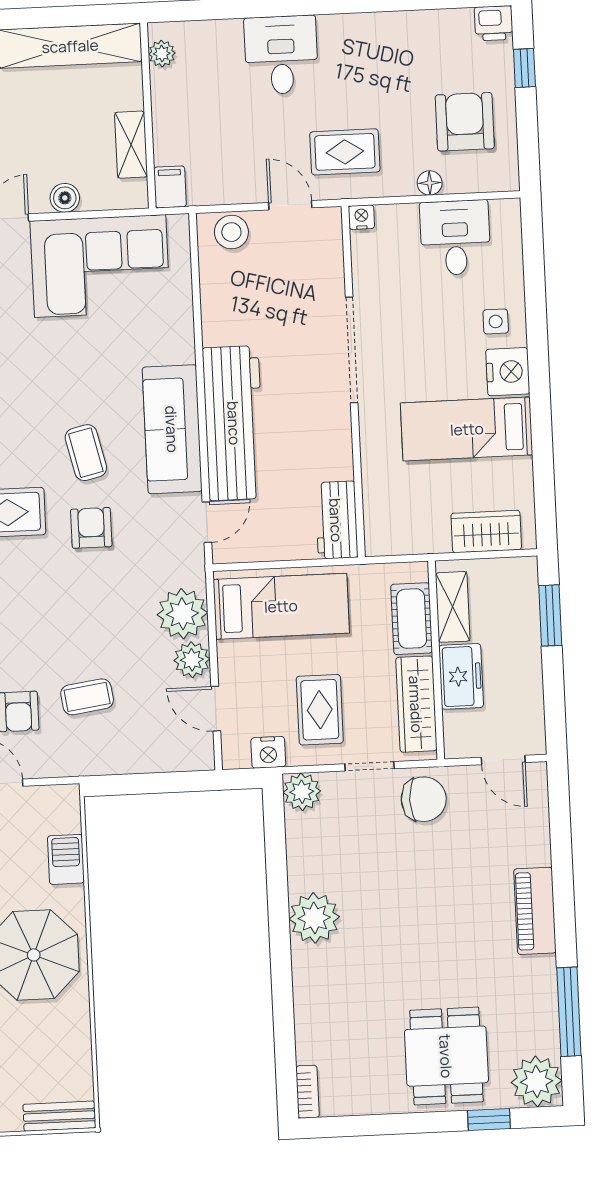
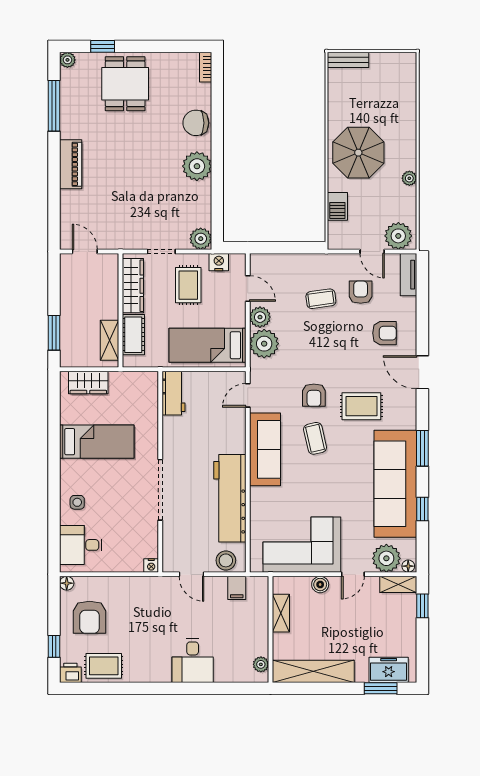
rug: (345, 152) -> (104, 666), moved
floor lamp: (430, 183) -> (67, 583), moved
filing cabinet: (170, 187) -> (237, 588), moved
desk: (455, 238) -> (81, 545), moved, turned 90
nightstand: (508, 372) -> (72, 473), removed
workbench: (234, 423) -> (230, 498), moved
freezer: (461, 676) -> (107, 300), removed
chair: (424, 799) -> (196, 123), moved
plant: (537, 1082) -> (67, 60), width x0.53, depth x0.53

